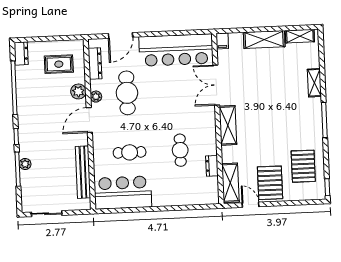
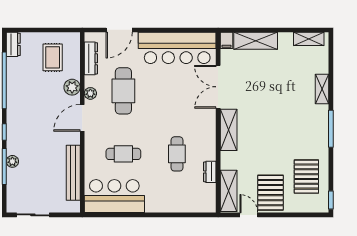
shelving: (264, 39) -> (256, 41), moved
rug: (59, 64) -> (53, 57), turned 90

